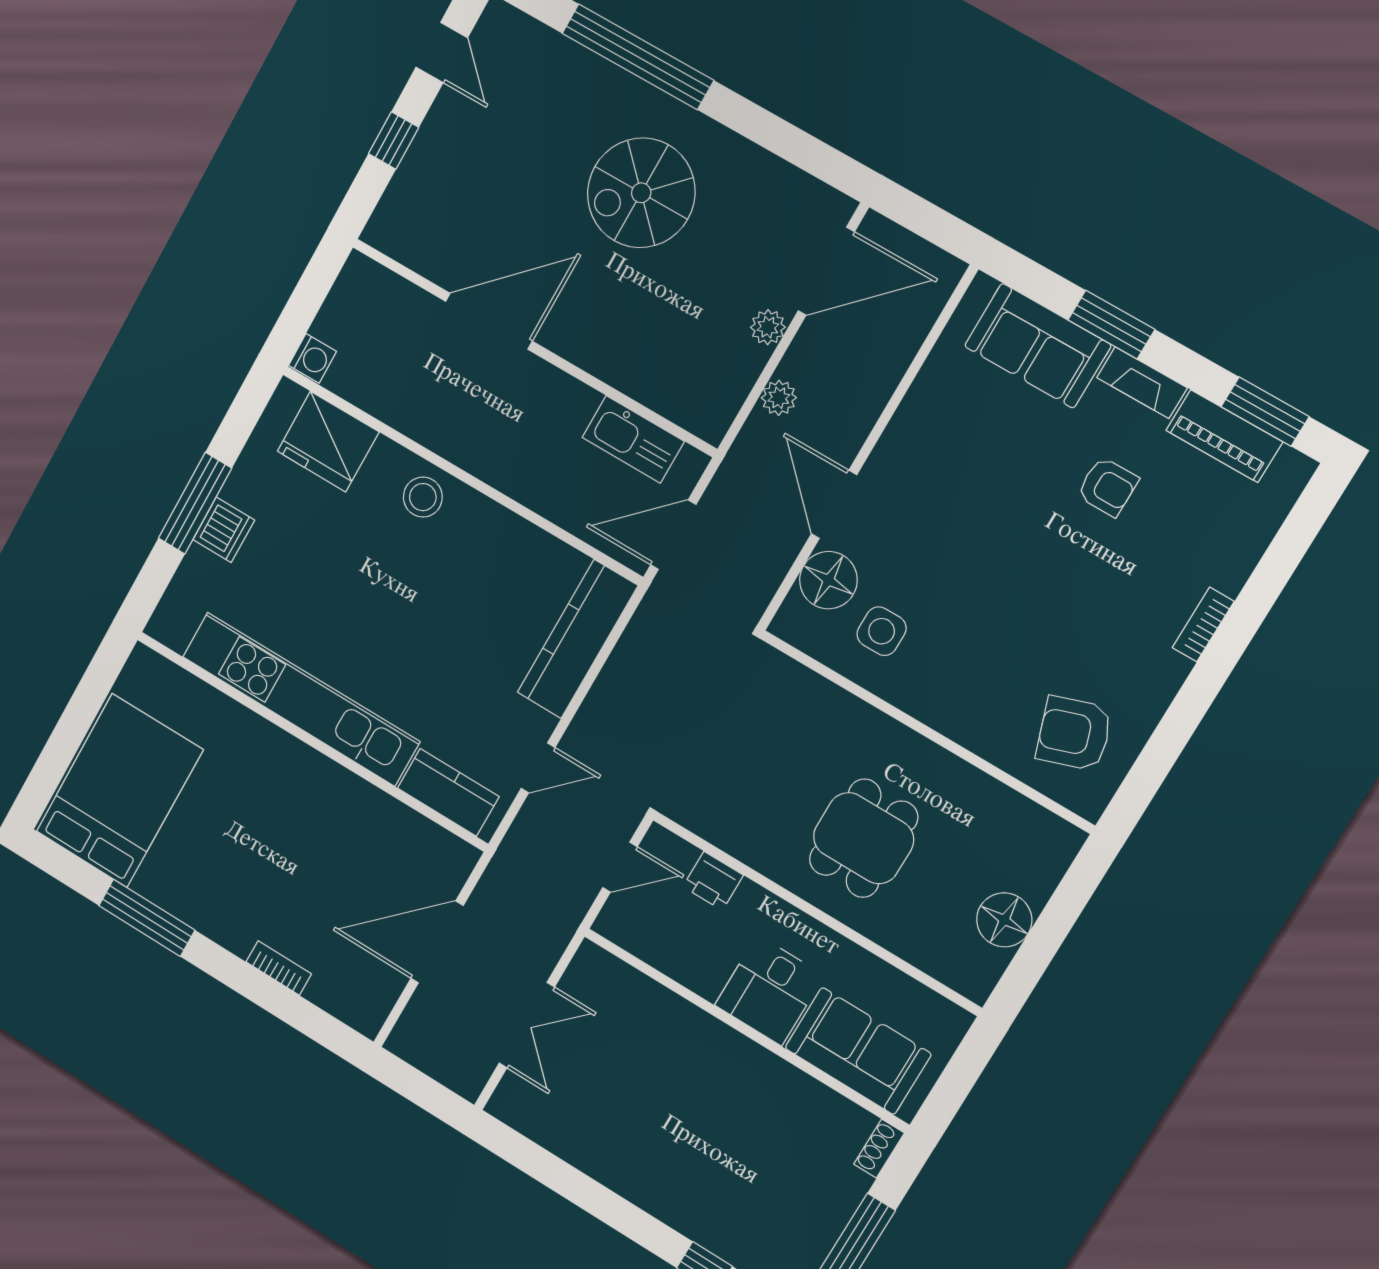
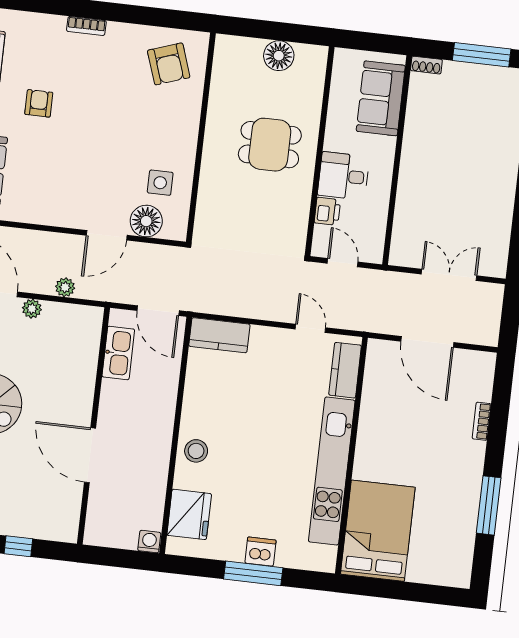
kitchen counter: (577, 639) -> (219, 335), width x0.67
bed: (120, 791) -> (378, 531), moved, turned 90
desk: (769, 990) -> (343, 176), moved, turned 180

